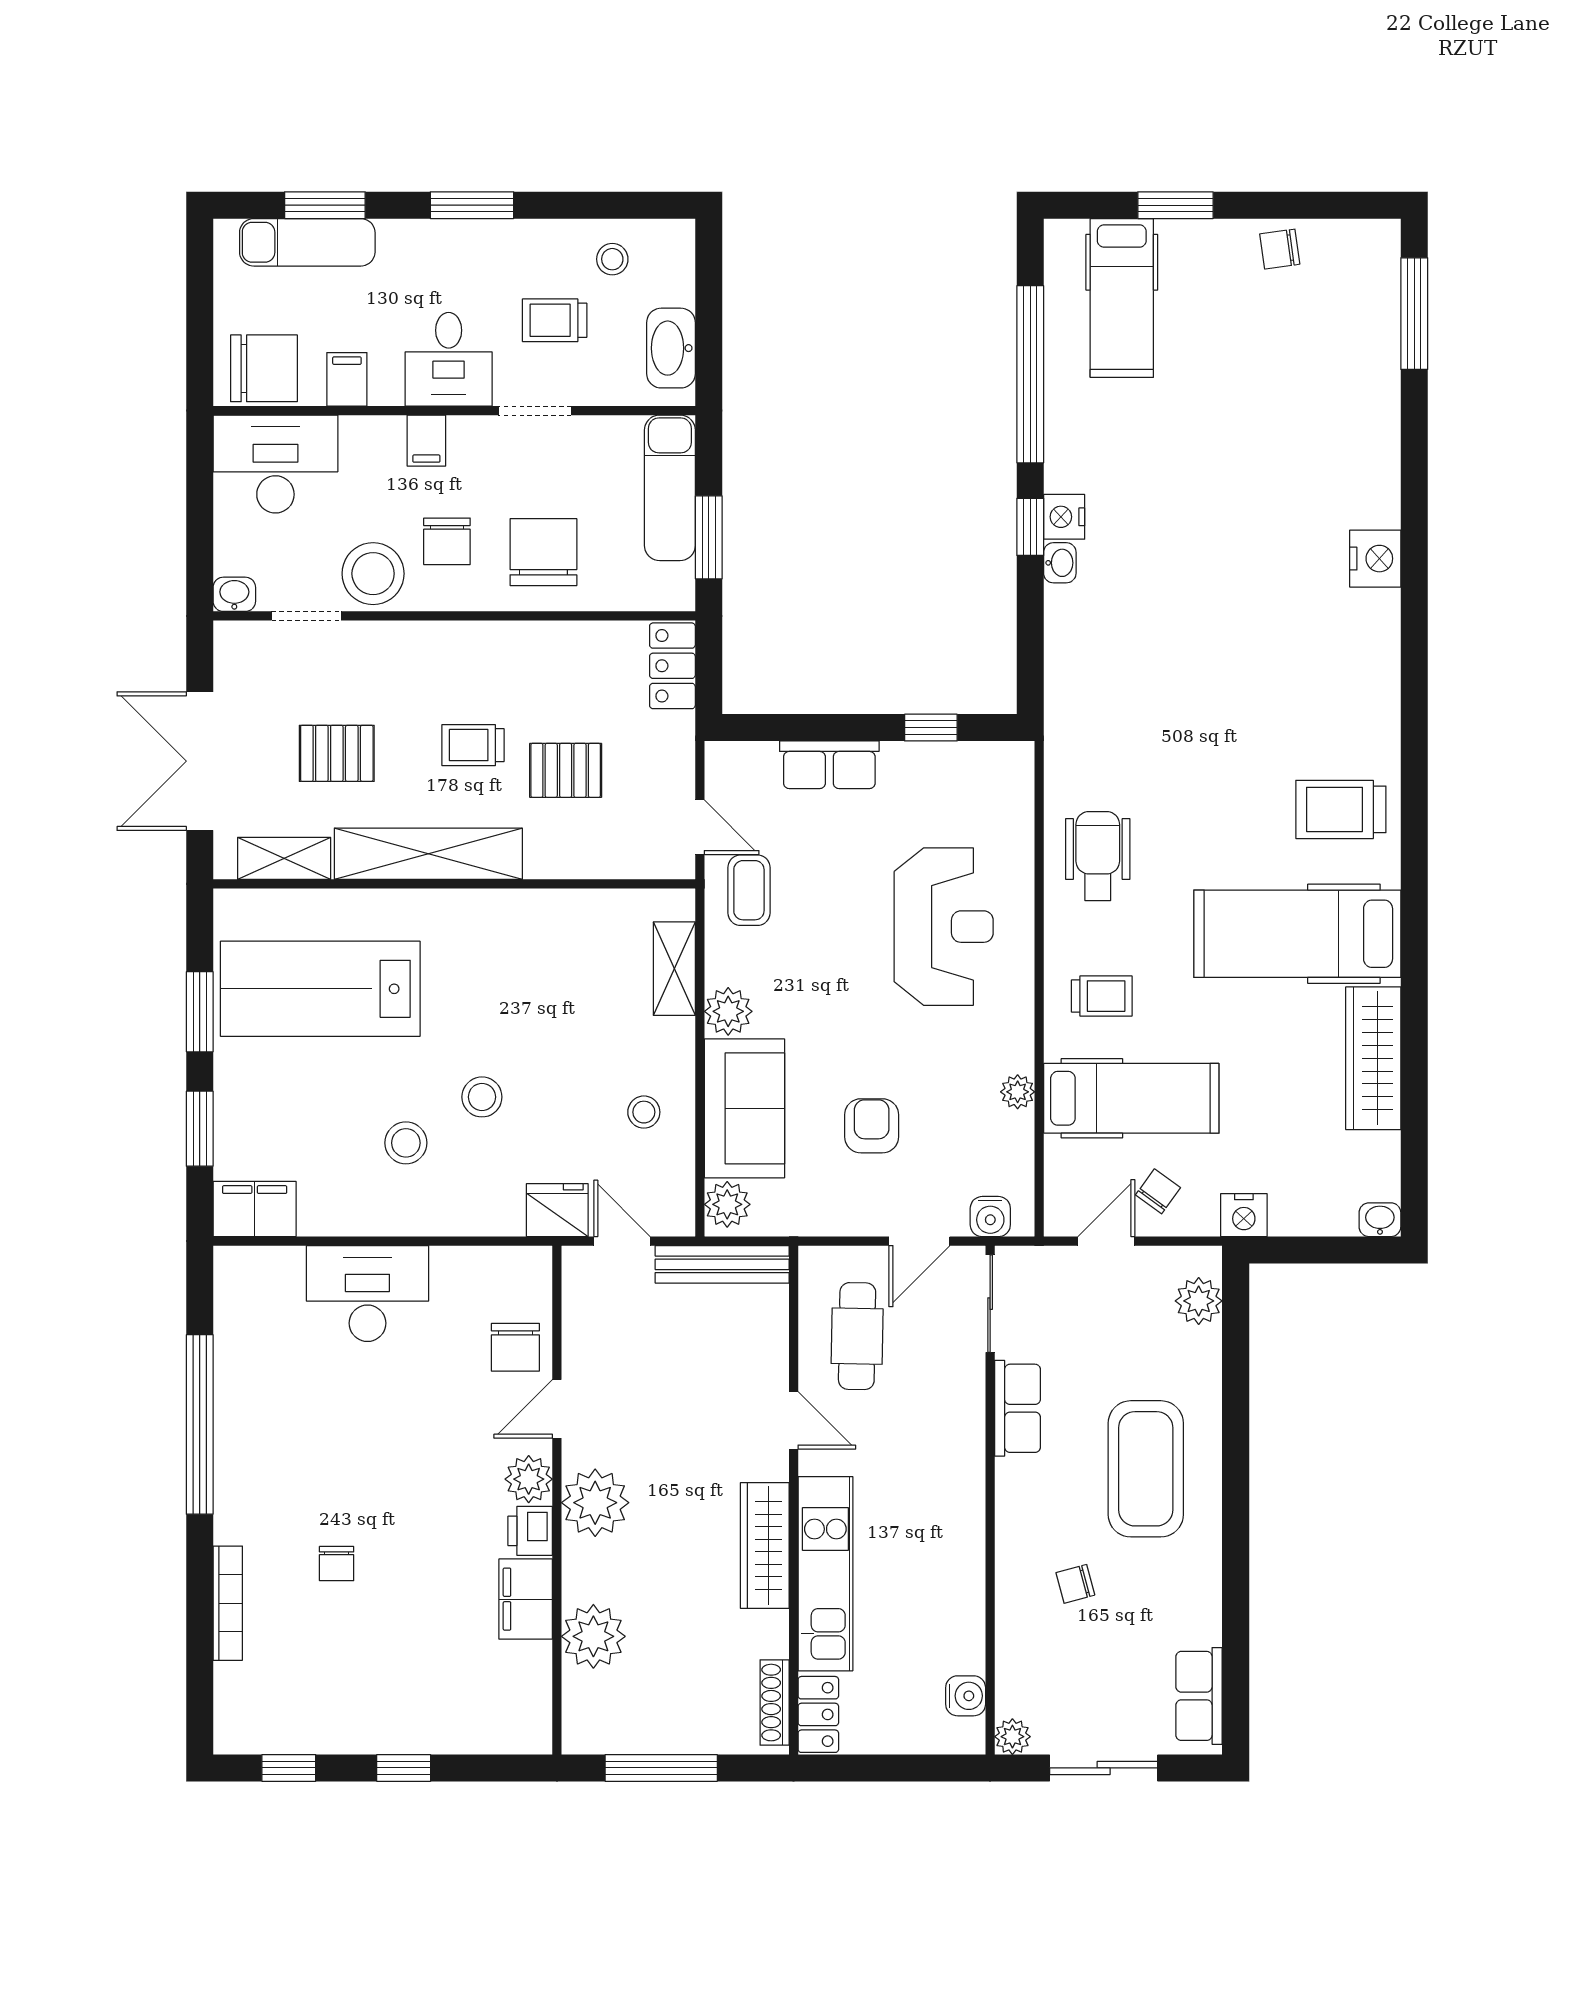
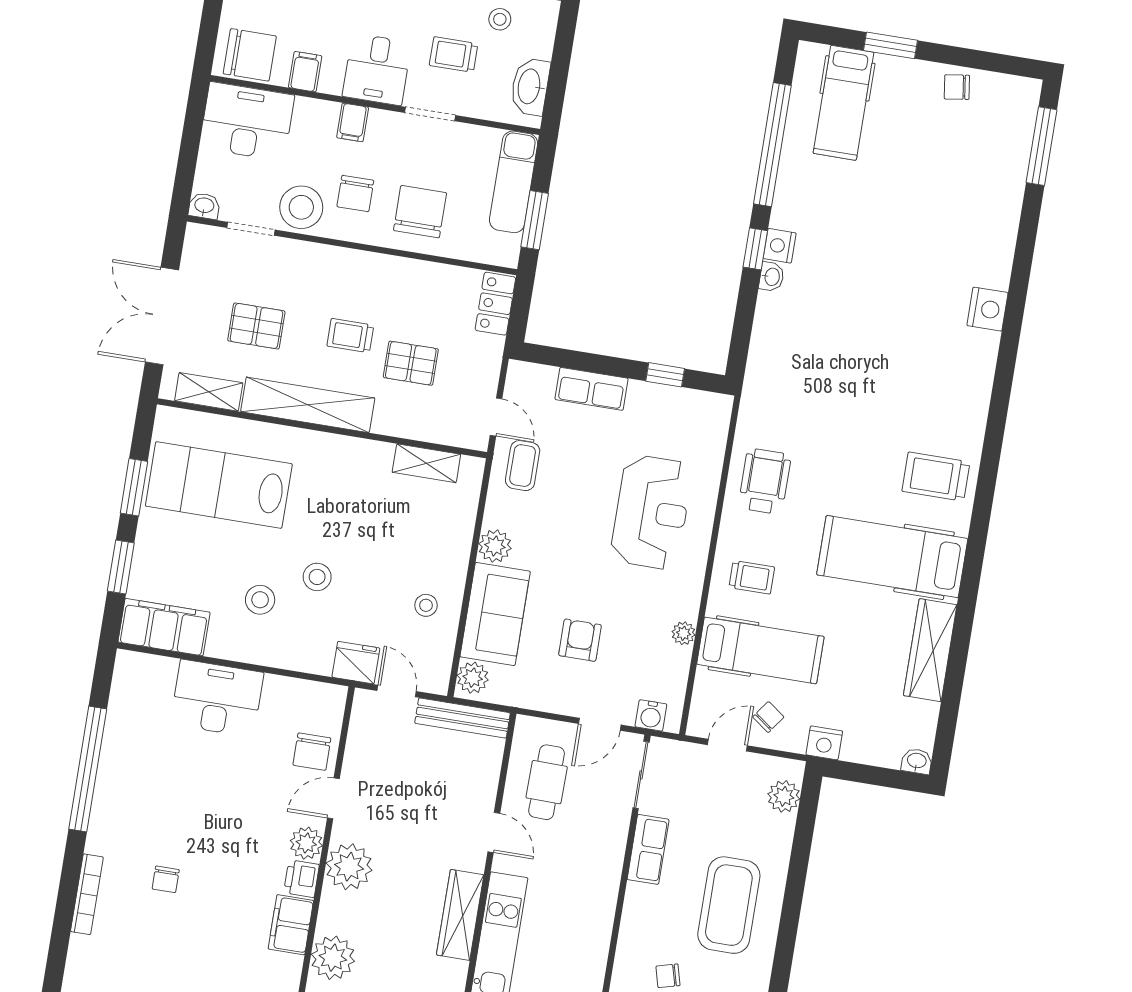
shelving: (674, 969) -> (426, 463), moved, turned 90
filing cabinet: (255, 1209) -> (164, 627), width x1.50, depth x1.17

